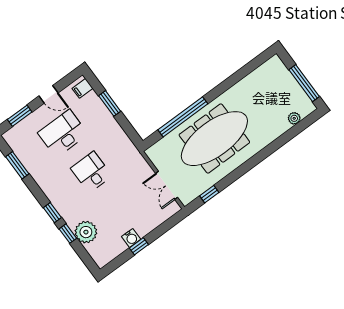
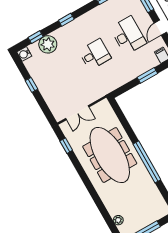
window: (183, 117) -> (147, 162), moved
double door: (167, 185) -> (77, 113), swing flipped
window: (68, 234) -> (36, 37), moved
water cooler: (131, 238) -> (24, 54), moved

